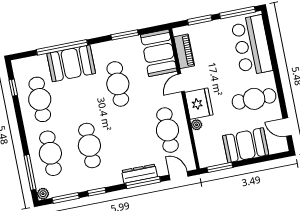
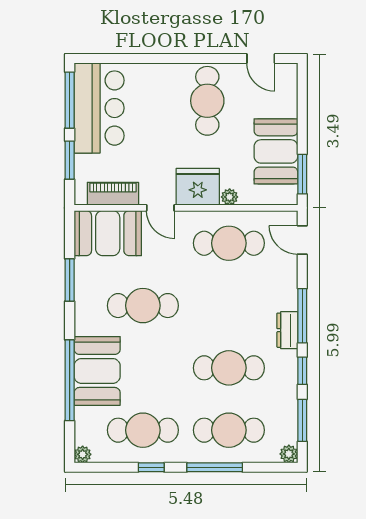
bar counter: (252, 45) -> (99, 108), moved, turned -90
plant: (17, 65) -> (83, 454), added
window: (13, 88) -> (151, 467), moved
door: (287, 127) -> (261, 59), hinge flipped
booth: (246, 145) -> (276, 151), moved
window: (30, 172) -> (215, 467), moved
dresser: (140, 174) -> (287, 330), moved, width x0.70
door: (179, 176) -> (302, 240), hinge flipped
window: (143, 183) -> (302, 316), moved

